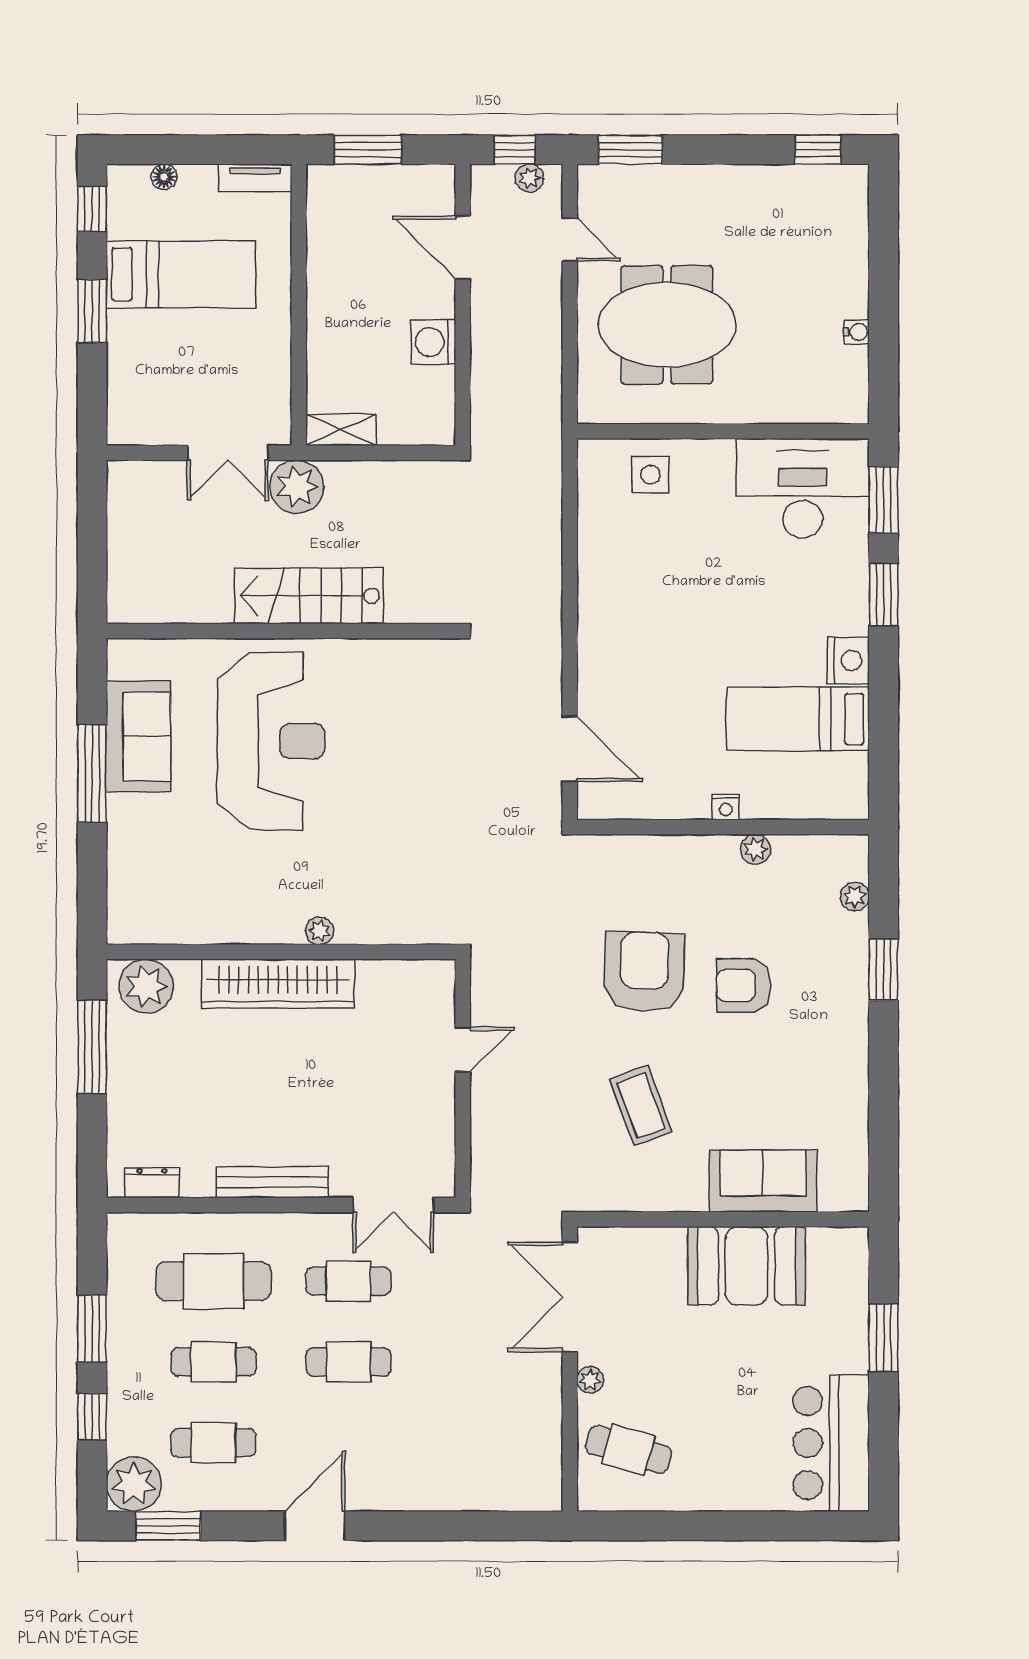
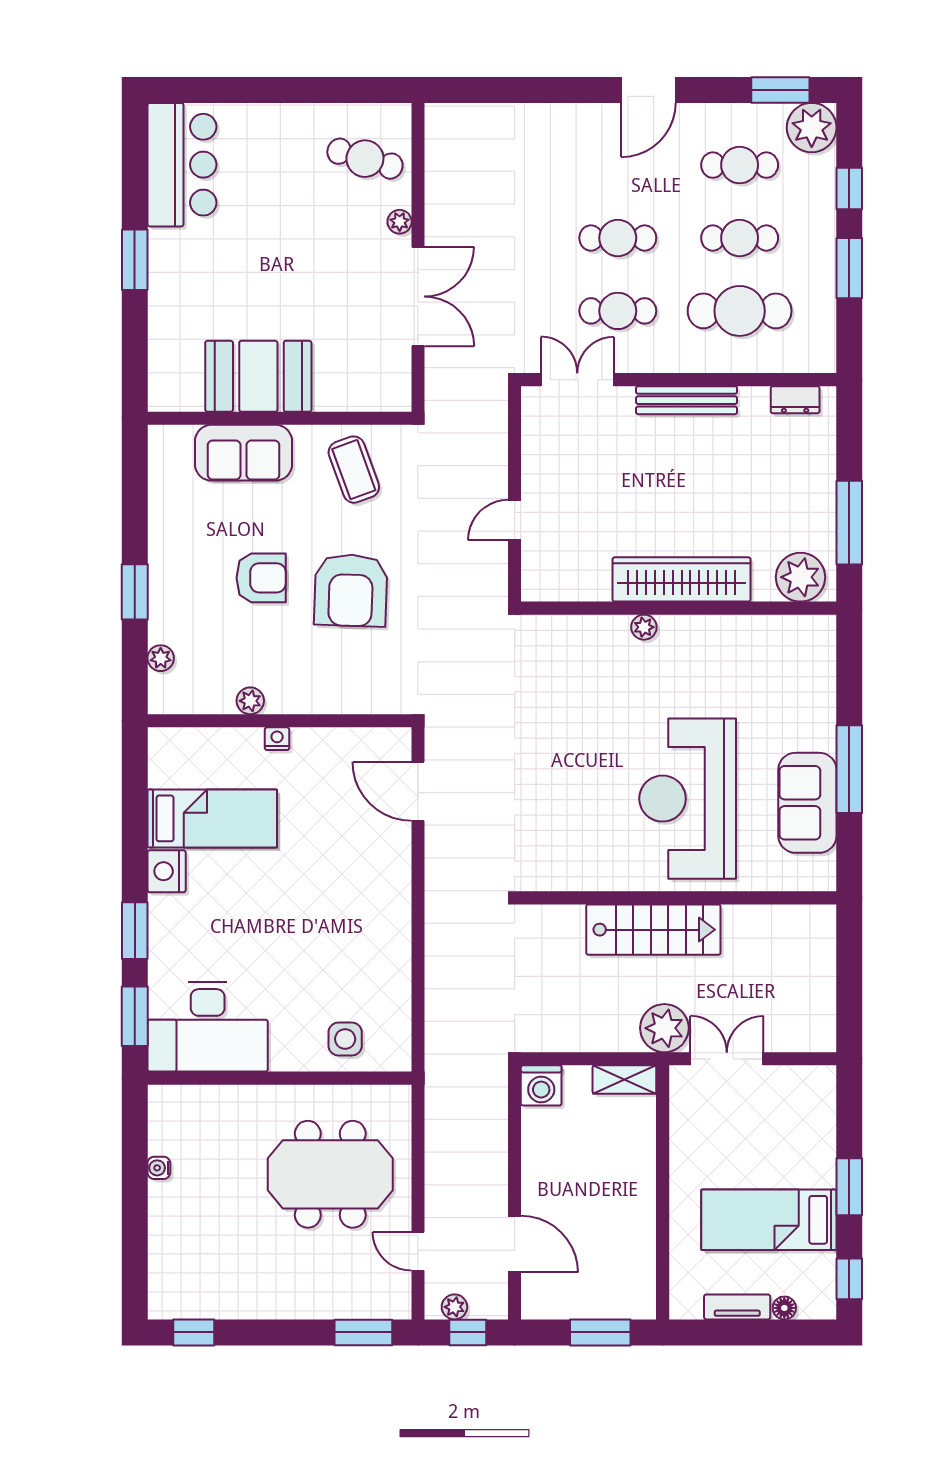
tv unit: (255, 178) -> (737, 1307), moved
washing machine: (433, 342) -> (541, 1085), moved, turned 90
sofa: (763, 1181) -> (244, 453), moved
wall: (723, 1219) -> (280, 418), moved
booth: (747, 1266) -> (258, 376), moved

